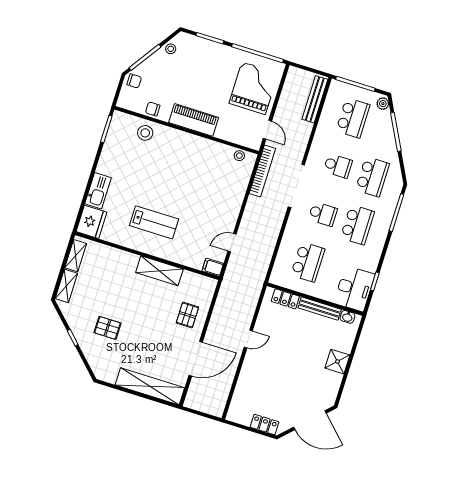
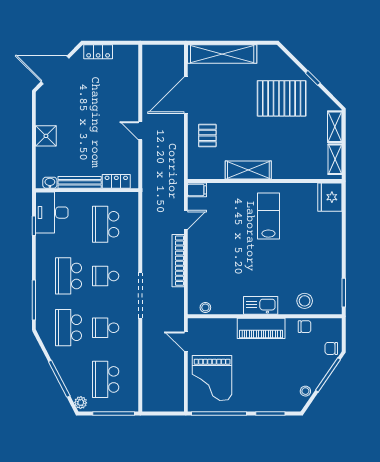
bench: (315, 99) -> (149, 386), removed
bookcase: (262, 171) -> (178, 261), moved
kitchen sink: (98, 191) -> (261, 305), moved, turned 90
lab bench: (154, 222) -> (268, 216), turned 90
pallet: (108, 328) -> (282, 98), width x2.05, depth x2.00
door: (248, 339) -> (140, 131), hinge flipped

